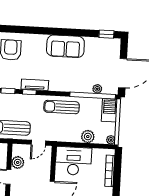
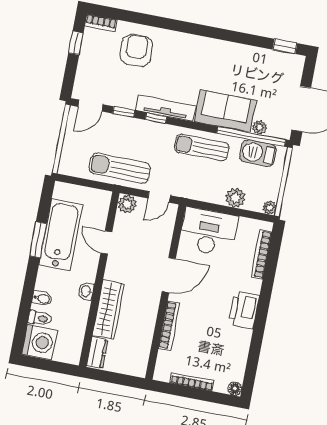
sofa: (65, 46) -> (225, 111), moved, turned 180
tv unit: (35, 85) -> (166, 108), width x1.41
barbecue: (109, 110) -> (258, 153), moved, turned -90
plant: (18, 162) -> (127, 204), moved

